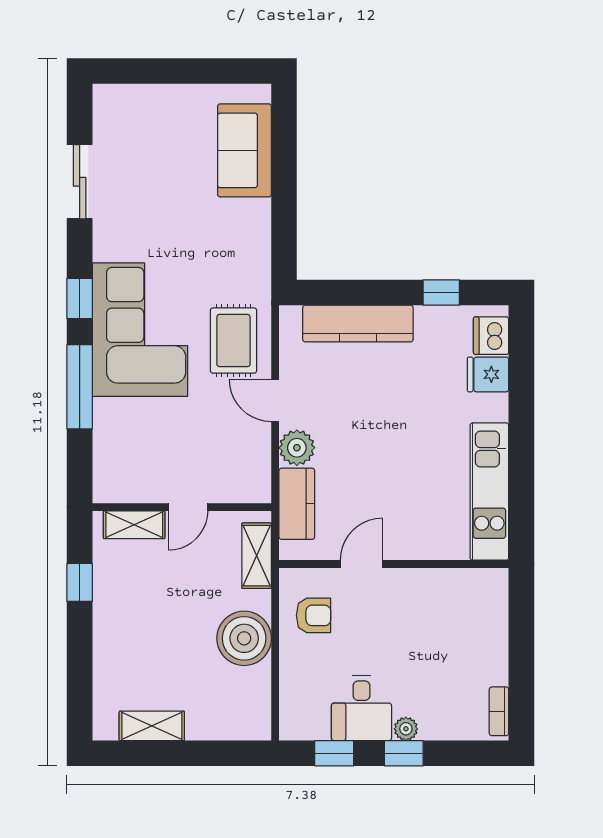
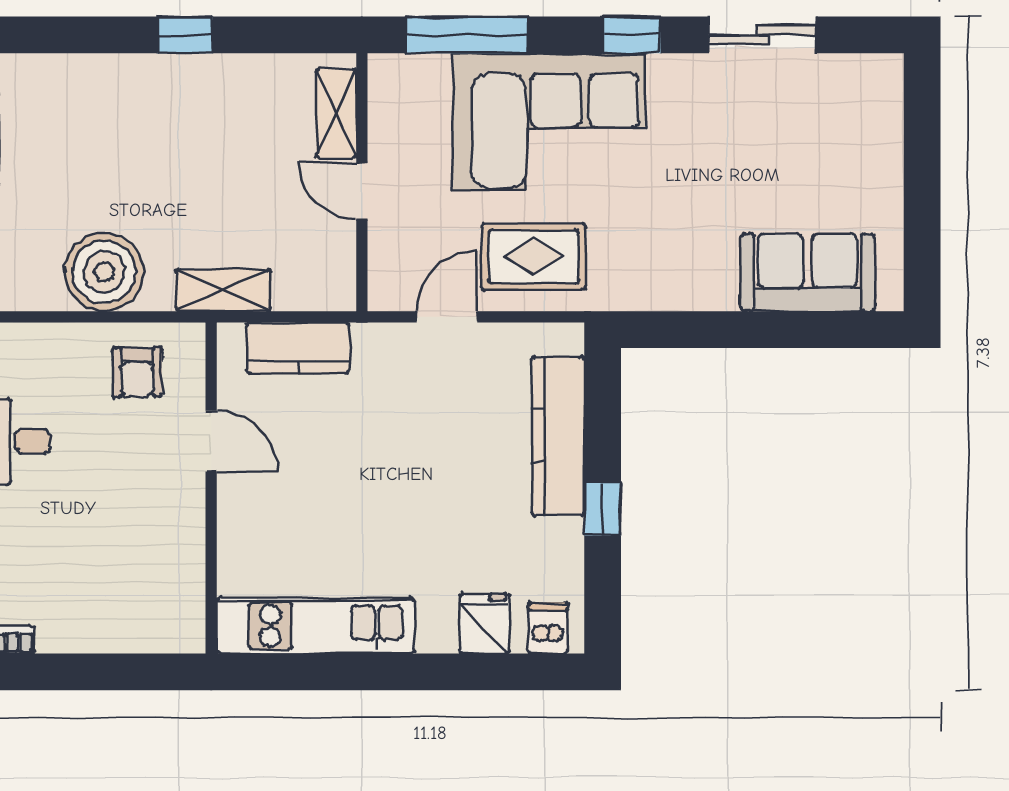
window: (441, 293) -> (603, 509), moved
window: (80, 298) -> (631, 35), moved
dishwasher: (491, 336) -> (548, 628), width x0.73
plant: (297, 448) -> (379, 348), removed
wall: (182, 507) -> (362, 182), moved
door: (188, 507) -> (362, 191), moved
shelving: (134, 525) -> (336, 113), moved

